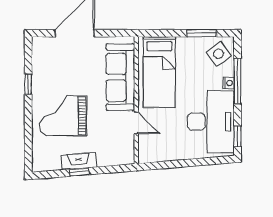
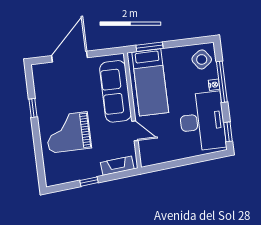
window: (202, 33) -> (150, 47), moved
fireplace: (79, 161) -> (117, 166), moved

